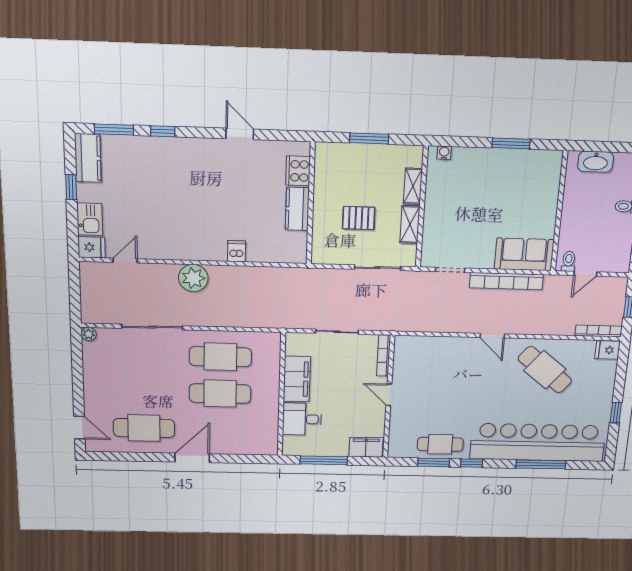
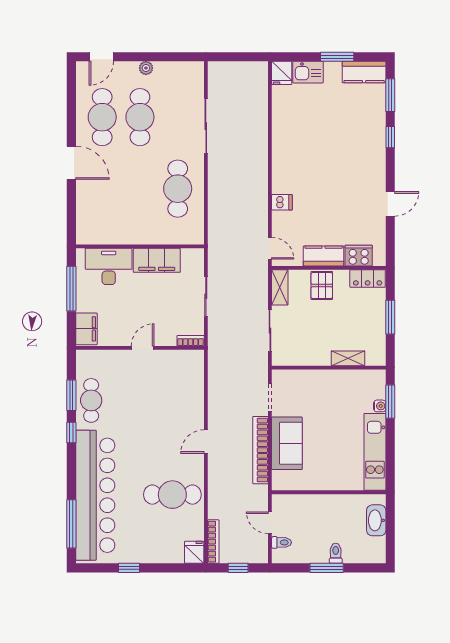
window: (511, 143) -> (390, 402), moved
water cooler: (444, 153) -> (380, 406), moved
kitchen unit: (520, 161) -> (375, 452), added
locker: (324, 162) -> (368, 278), added
window: (71, 187) -> (337, 57), width x1.50
pallet: (359, 218) -> (322, 285), moved
shelving: (410, 225) -> (280, 287), moved, turned 90
sofa: (524, 254) -> (287, 443), moved
door: (125, 261) -> (270, 248), moved
toilet: (569, 261) -> (282, 542), moved
plant: (193, 278) -> (255, 164), removed
plant: (89, 334) -> (146, 68), moved
bookcase: (384, 356) -> (191, 341), width x0.64
cafe table: (545, 370) -> (172, 495), turned 51
cafe table: (220, 394) -> (140, 117), moved
desk: (302, 419) -> (109, 266), width x1.37
window: (541, 464) -> (71, 524), moved

